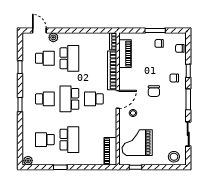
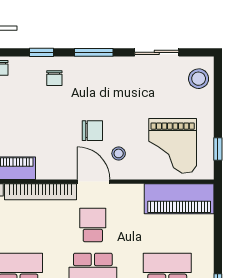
chair: (154, 91) -> (92, 131), moved
school desk: (94, 99) -> (93, 225), turned 180
piano: (110, 151) -> (179, 199), width x1.37, depth x1.33

